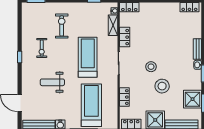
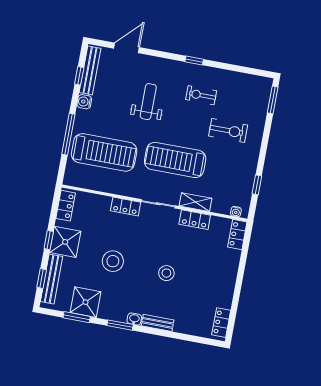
shelving: (113, 25) -> (195, 202), moved
treadmill: (88, 57) -> (175, 160), turned 180
stool: (151, 67) -> (166, 273), moved
locker: (124, 97) -> (126, 207), moved

